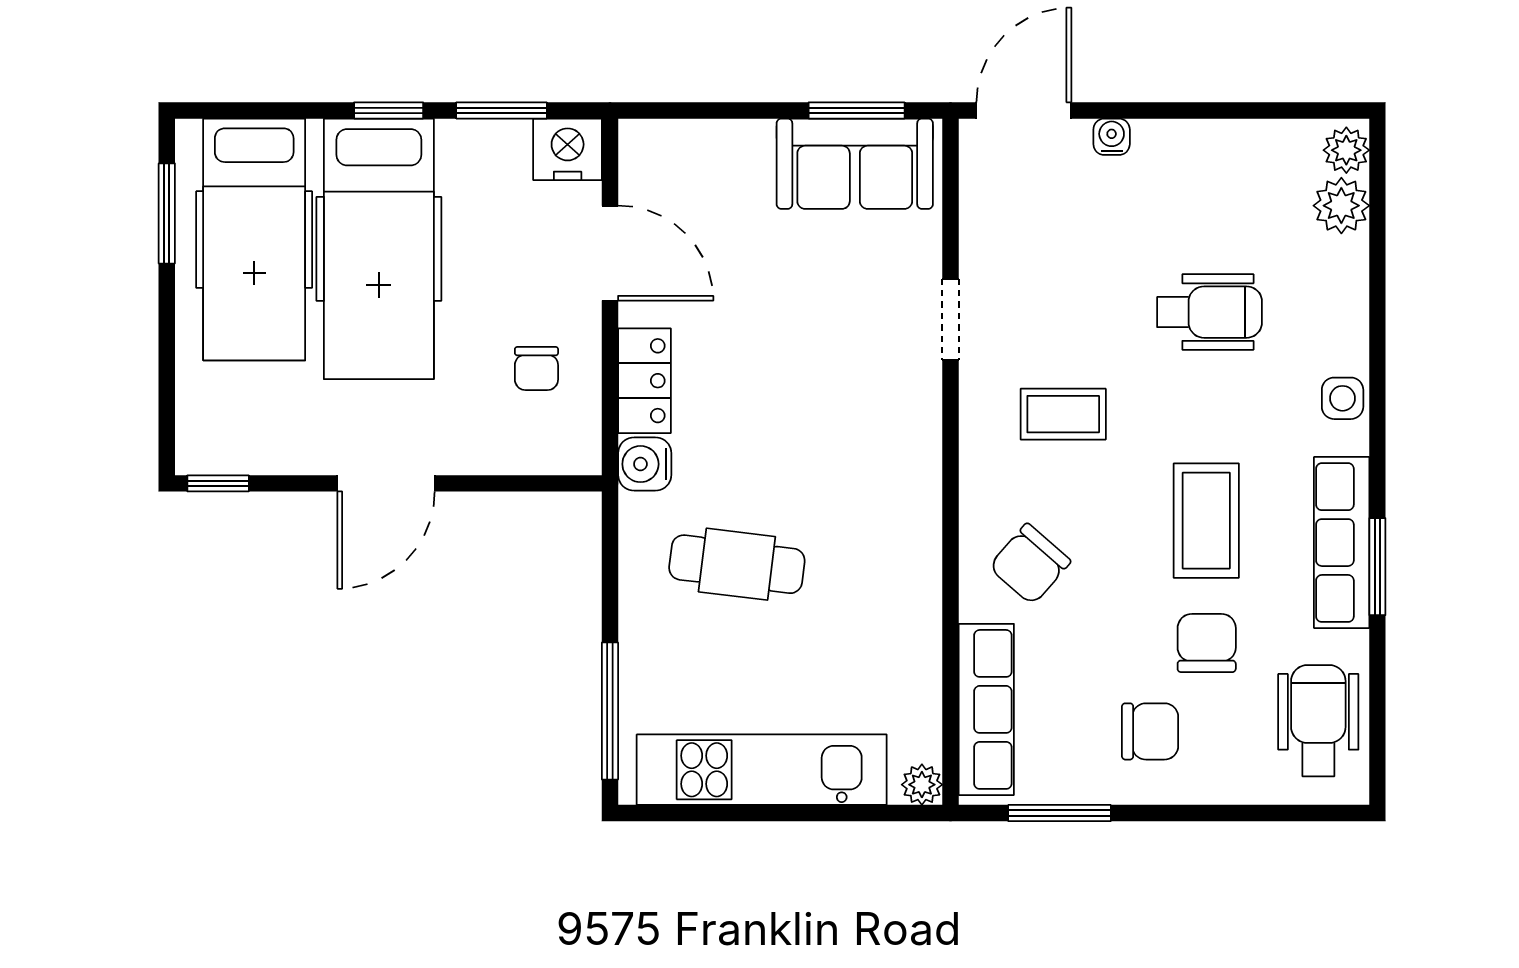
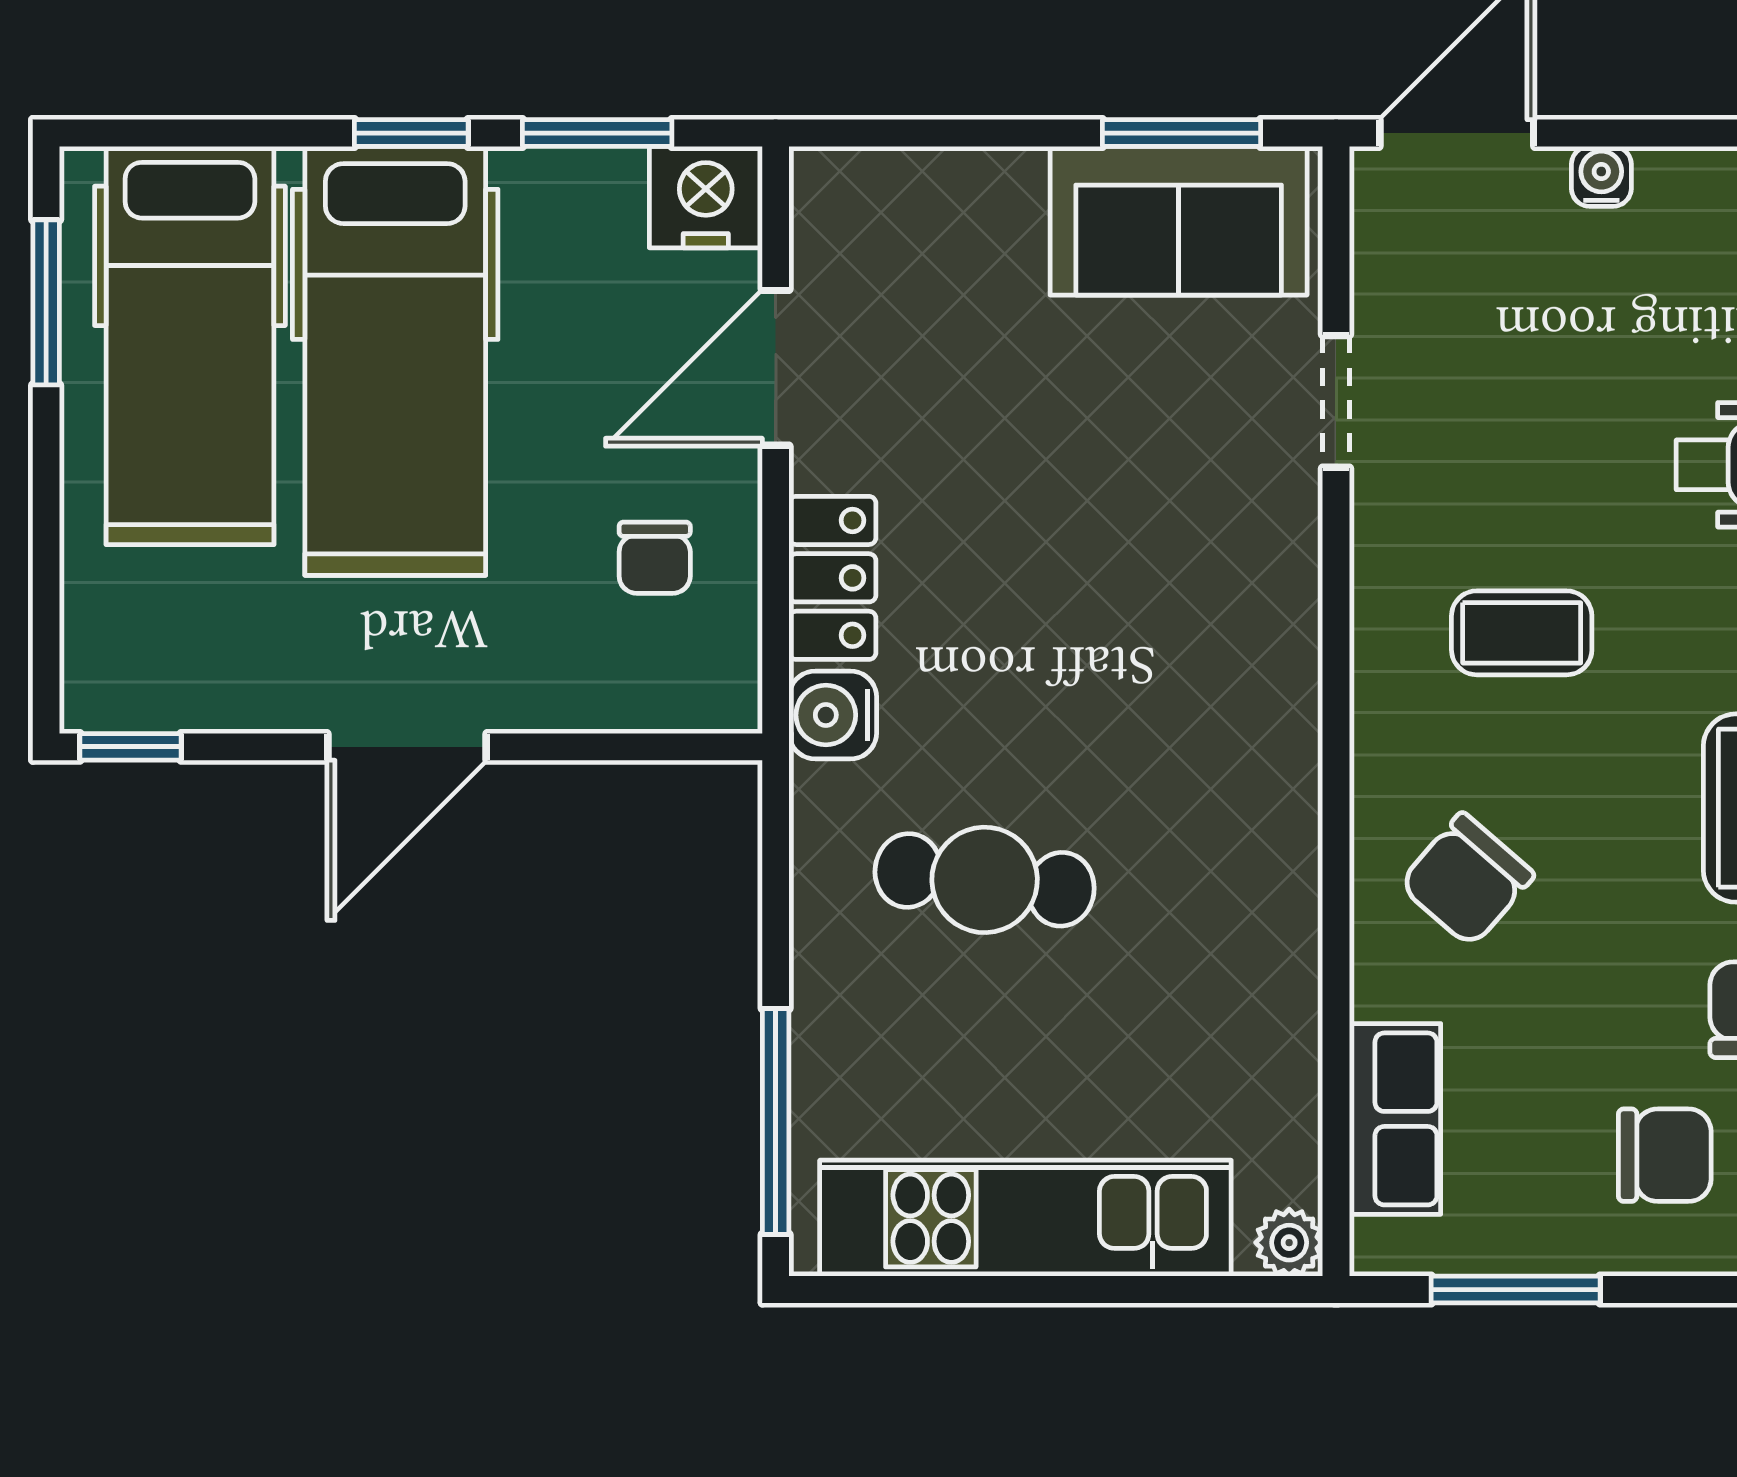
door: (610, 253) -> (776, 368), swing flipped
doorway: (950, 319) -> (1336, 401), moved
row of seats: (986, 709) -> (1395, 1119), width x0.68

